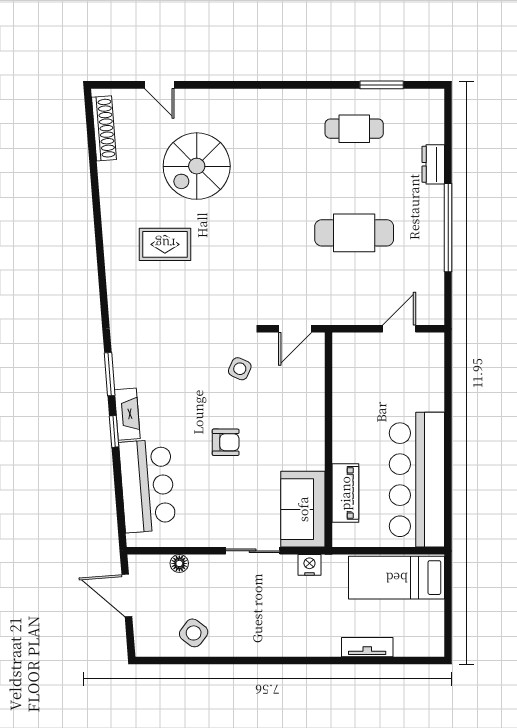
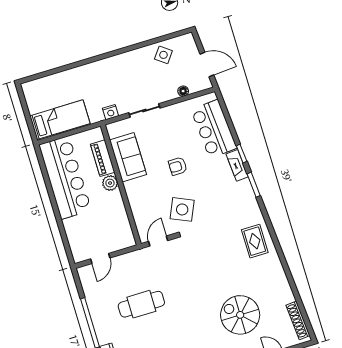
spiral stairs: (197, 166) -> (240, 315), turned -90
rug: (165, 244) -> (255, 241), moved, turned 90
side table: (240, 369) -> (182, 209), width x1.87, depth x1.87
plant: (346, 448) -> (110, 183), added
sofa: (303, 509) -> (128, 157), moved
tv unit: (367, 647) -> (65, 76), removed

